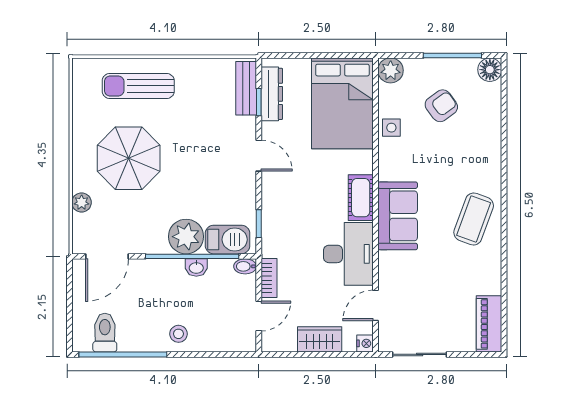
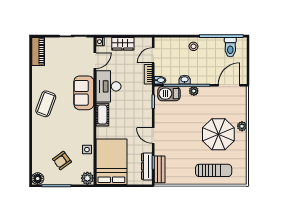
plant: (82, 202) -> (242, 126), moved
sofa: (398, 216) -> (84, 93), moved
plant: (186, 237) -> (194, 91), width x0.53, depth x0.53

